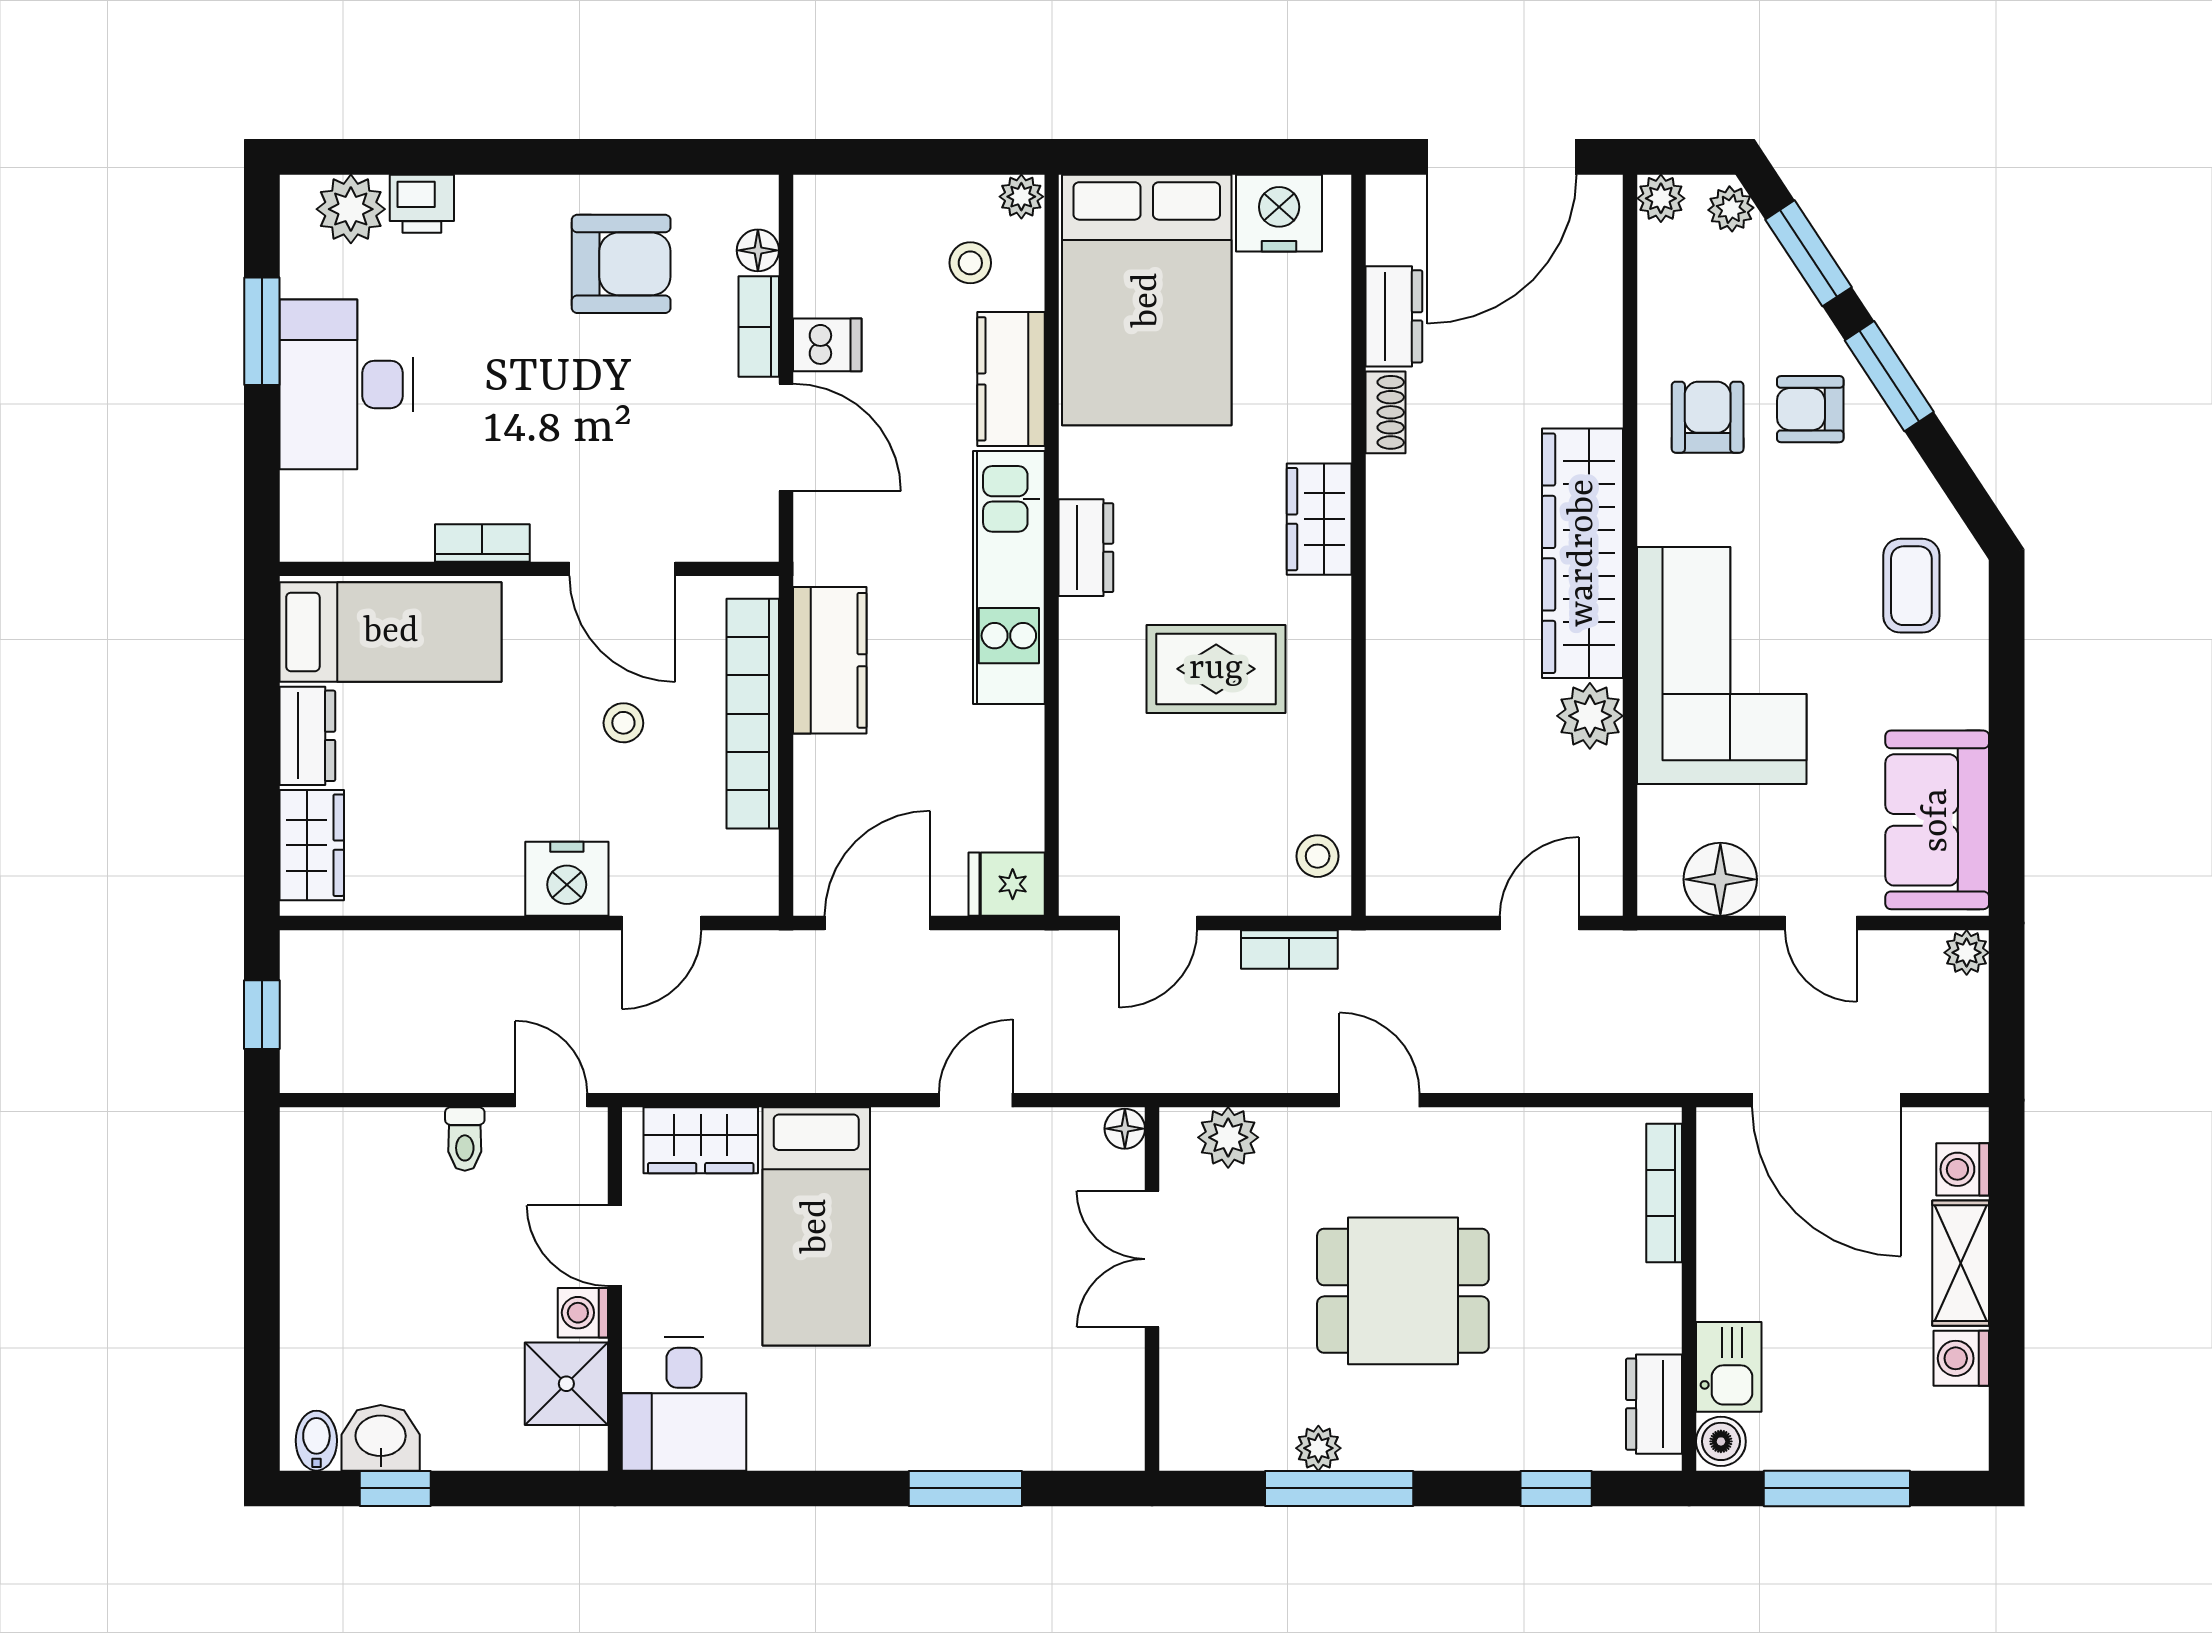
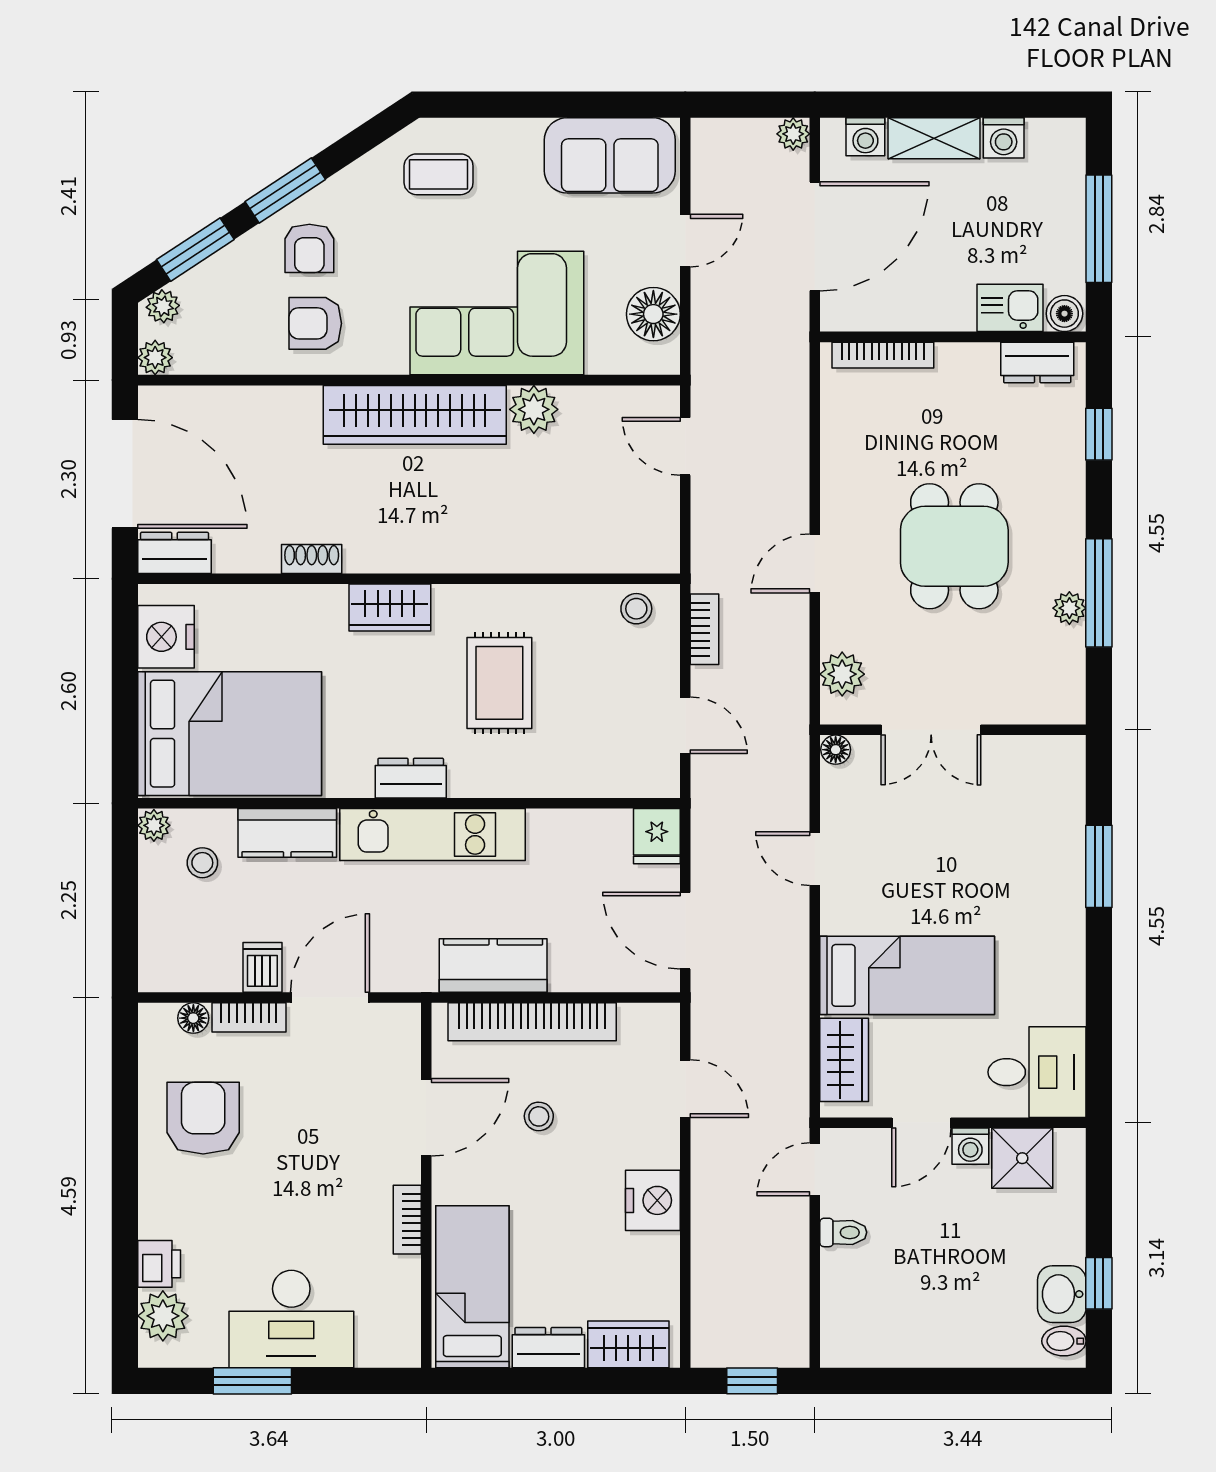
dresser: (1394, 316) -> (175, 553), moved
nightstand: (567, 879) -> (653, 1200), moved
plant: (1967, 953) -> (793, 134), moved

